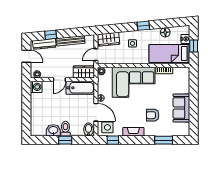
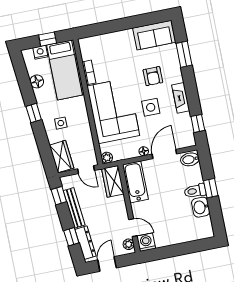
window: (81, 32) -> (59, 196), added
door: (59, 80) -> (133, 228), moved
sofa: (181, 108) -> (154, 35), moved
side table: (107, 127) -> (151, 107), moved

